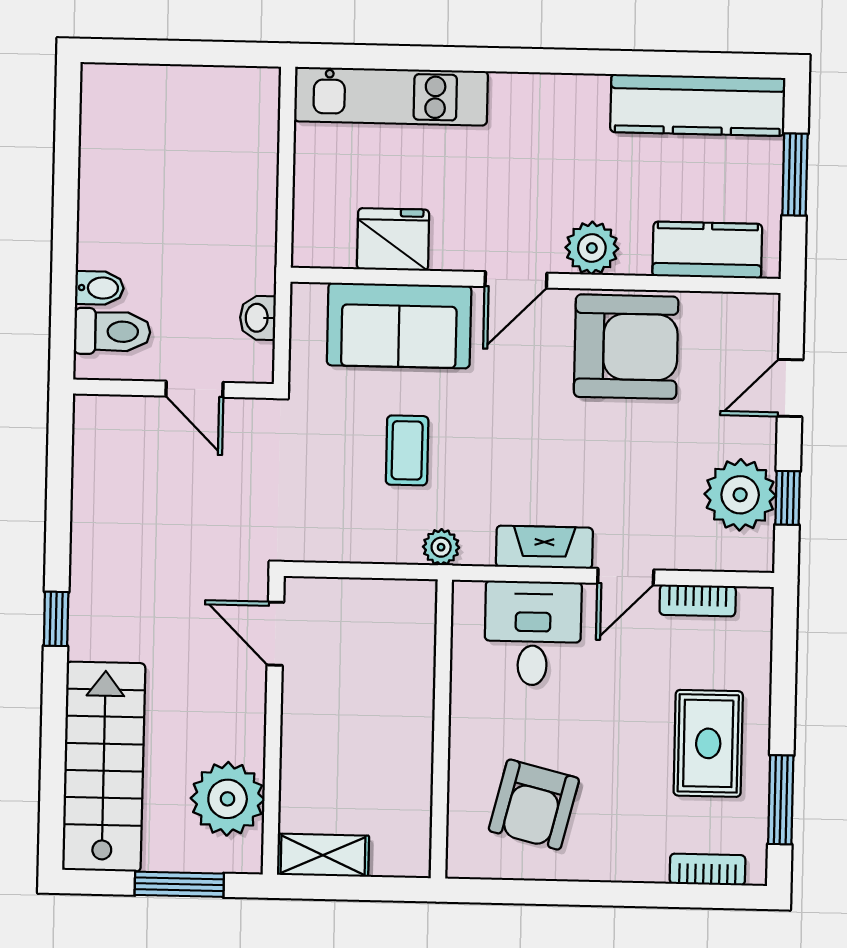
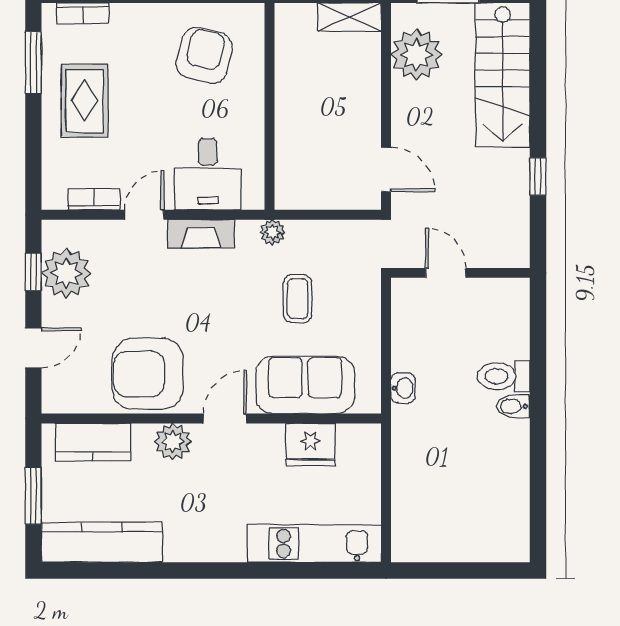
wall: (173, 389) -> (460, 273), moved
door: (195, 389) -> (446, 273), moved

